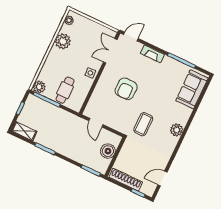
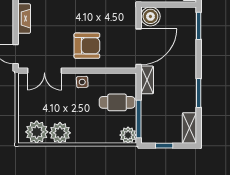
plant: (69, 20) -> (37, 132), width x1.88, depth x1.88
armchair: (126, 89) -> (87, 46), moved
shelving: (71, 118) -> (147, 80), added
door: (96, 123) -> (139, 47), width x1.87
boiler: (108, 151) -> (150, 16), moved

